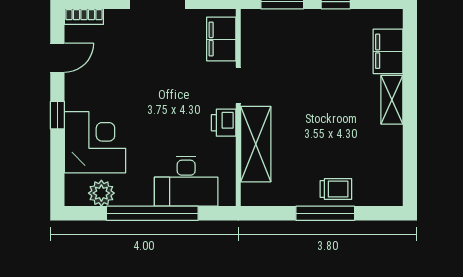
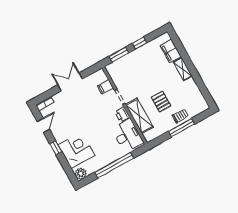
filing cabinet: (221, 39) -> (105, 87), width x0.50
pallet: (314, 140) -> (161, 102), added
desk: (186, 181) -> (128, 136), moved, turned -90
plant: (101, 193) -> (81, 174), moved

